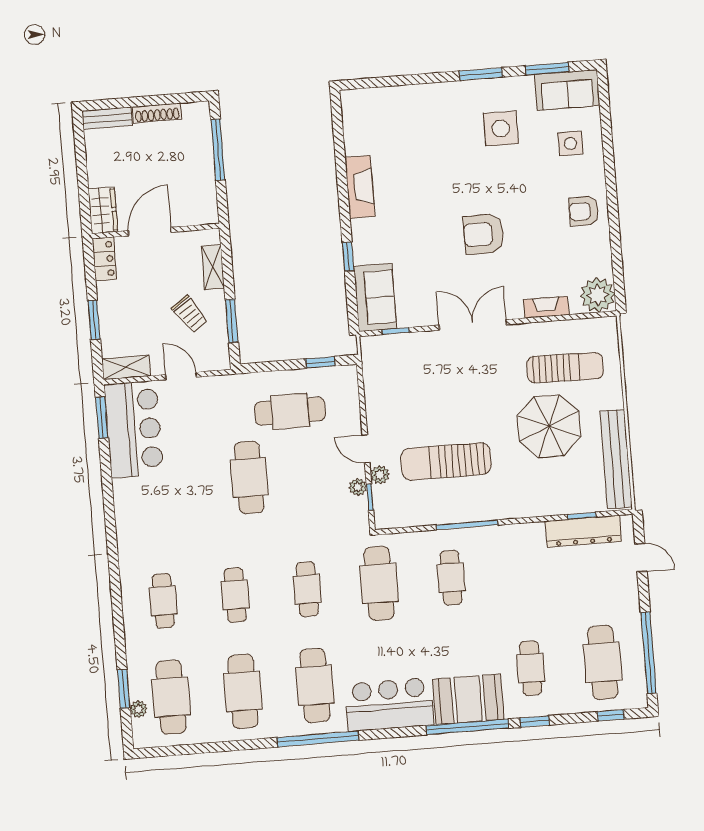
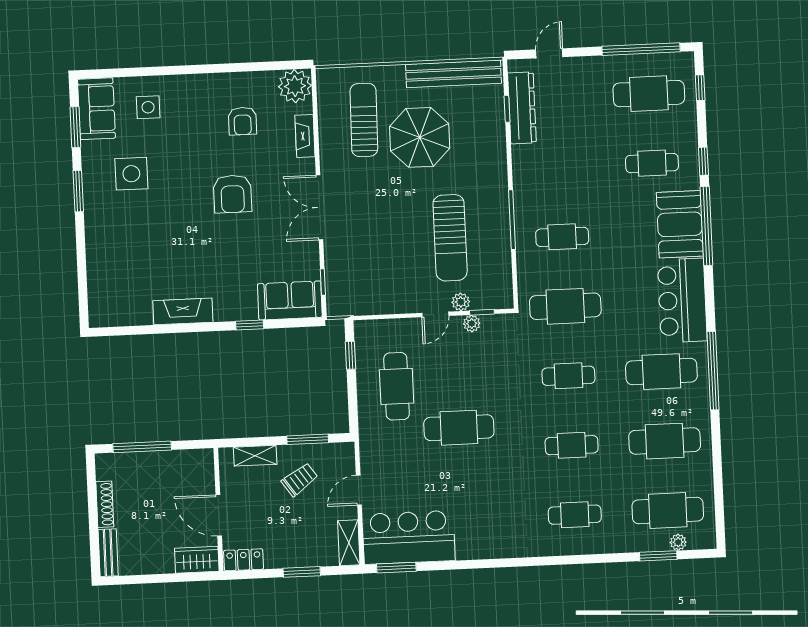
armchair: (584, 211) -> (242, 121), moved

